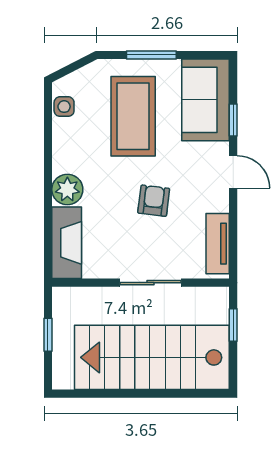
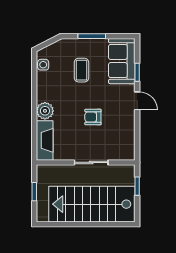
coffee table: (133, 116) -> (81, 70), width x0.54, depth x0.58
armchair: (154, 201) -> (93, 117), turned -97
tv unit: (218, 244) -> (129, 141), removed

